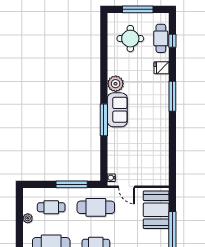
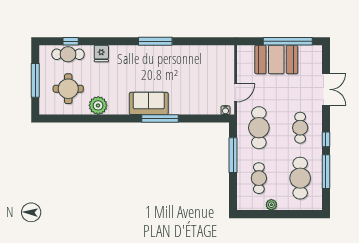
plant: (116, 84) -> (98, 105), moved
window: (172, 96) -> (155, 41), moved
booth: (156, 210) -> (276, 59), moved

